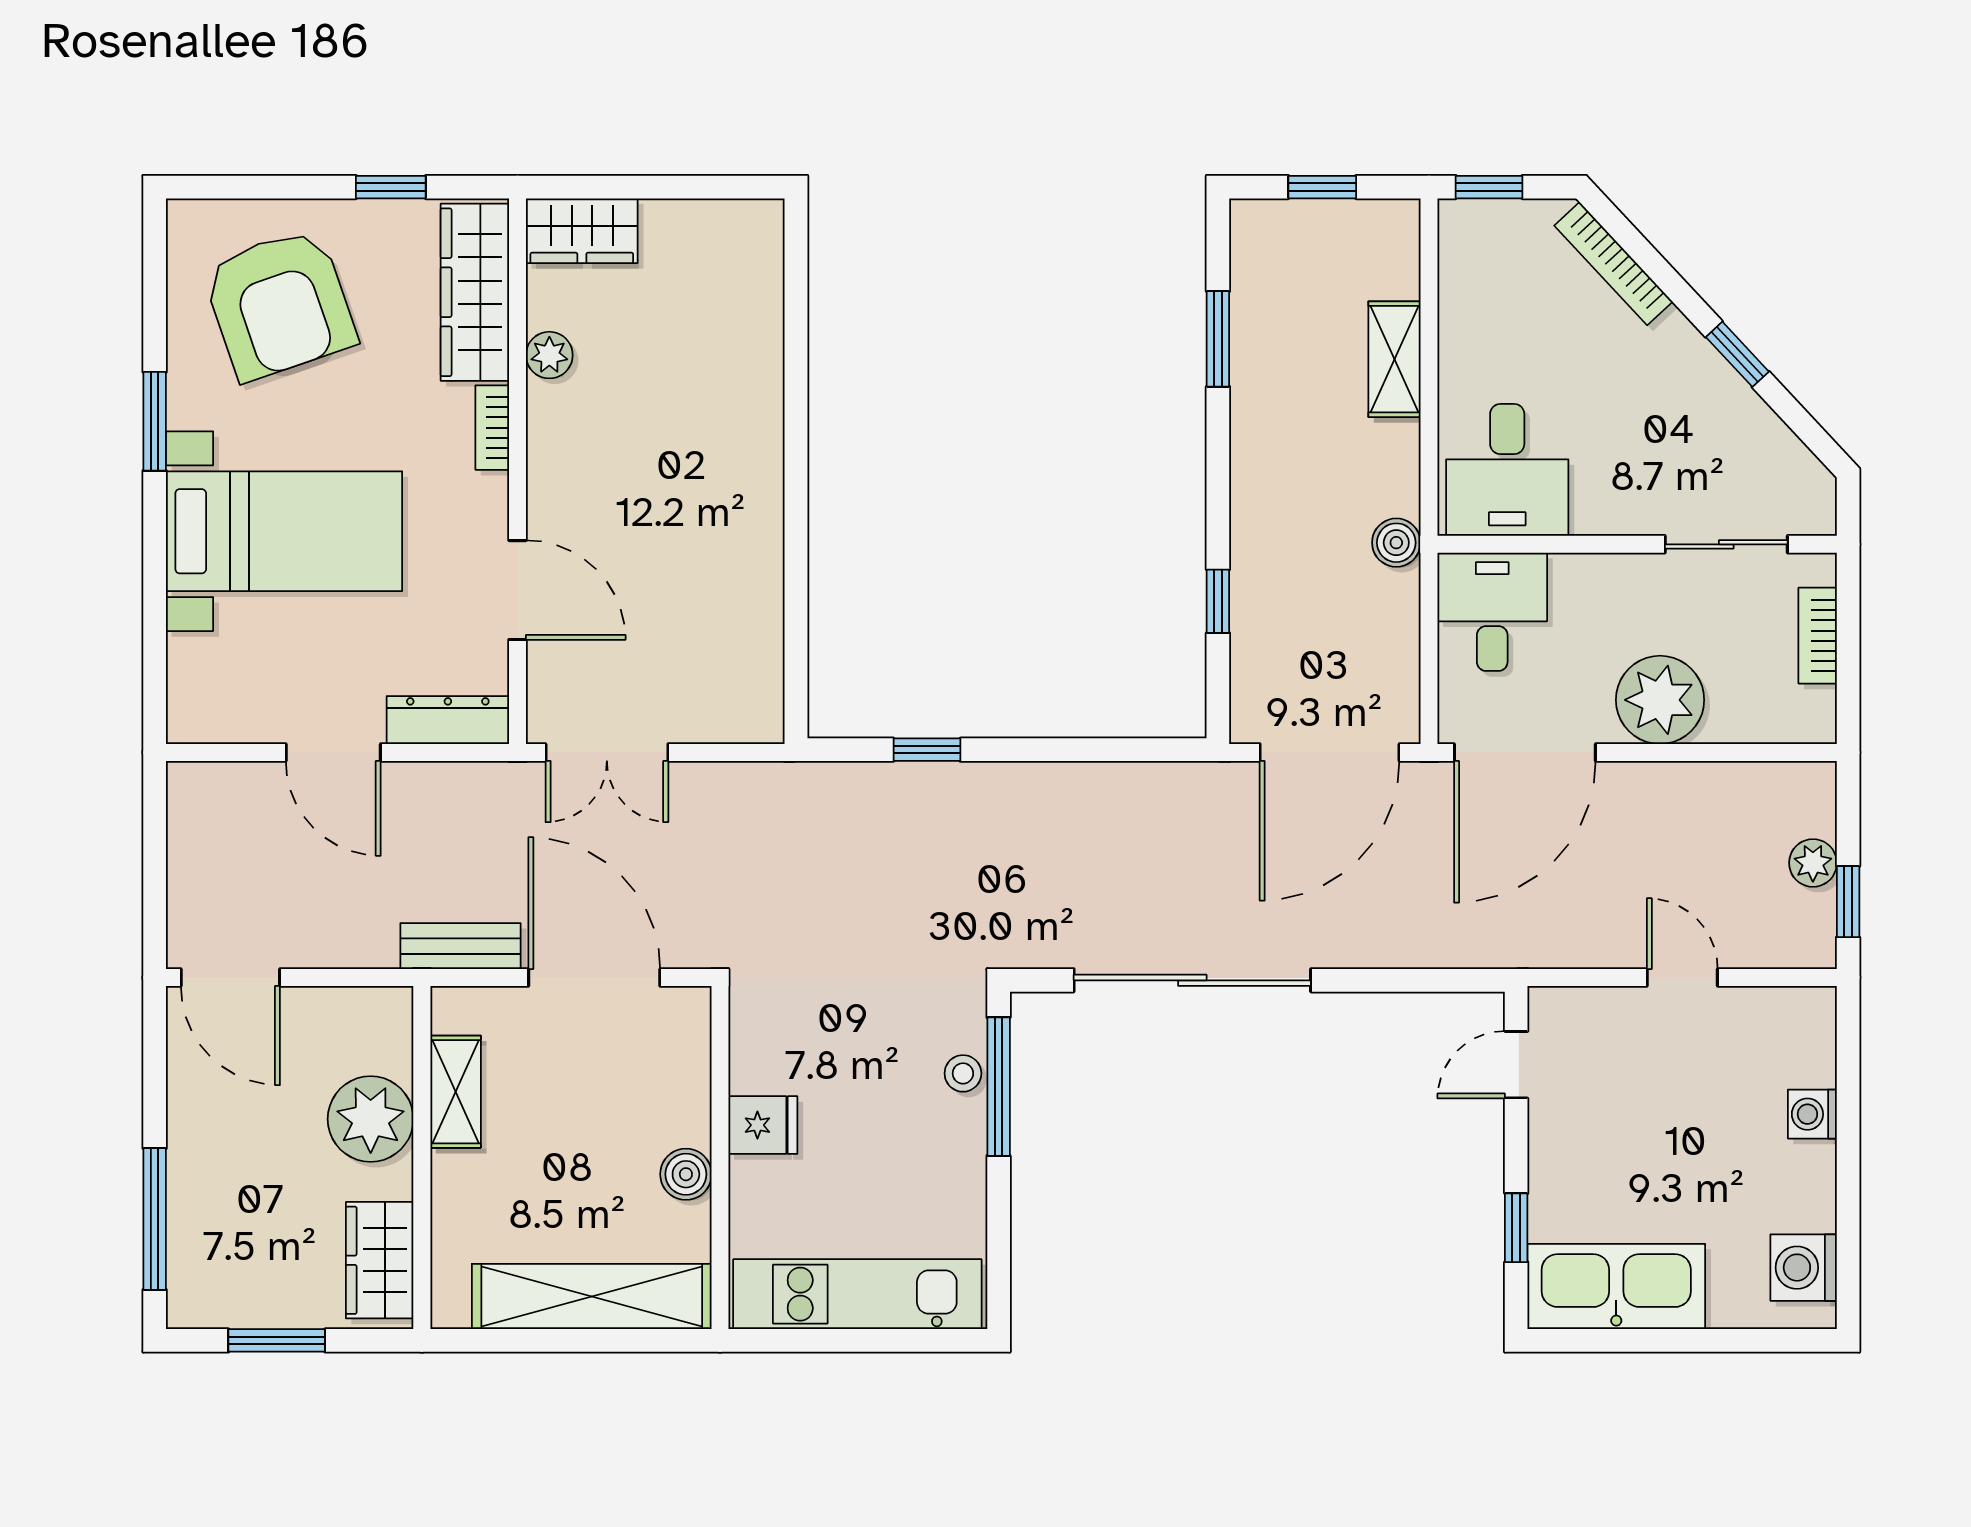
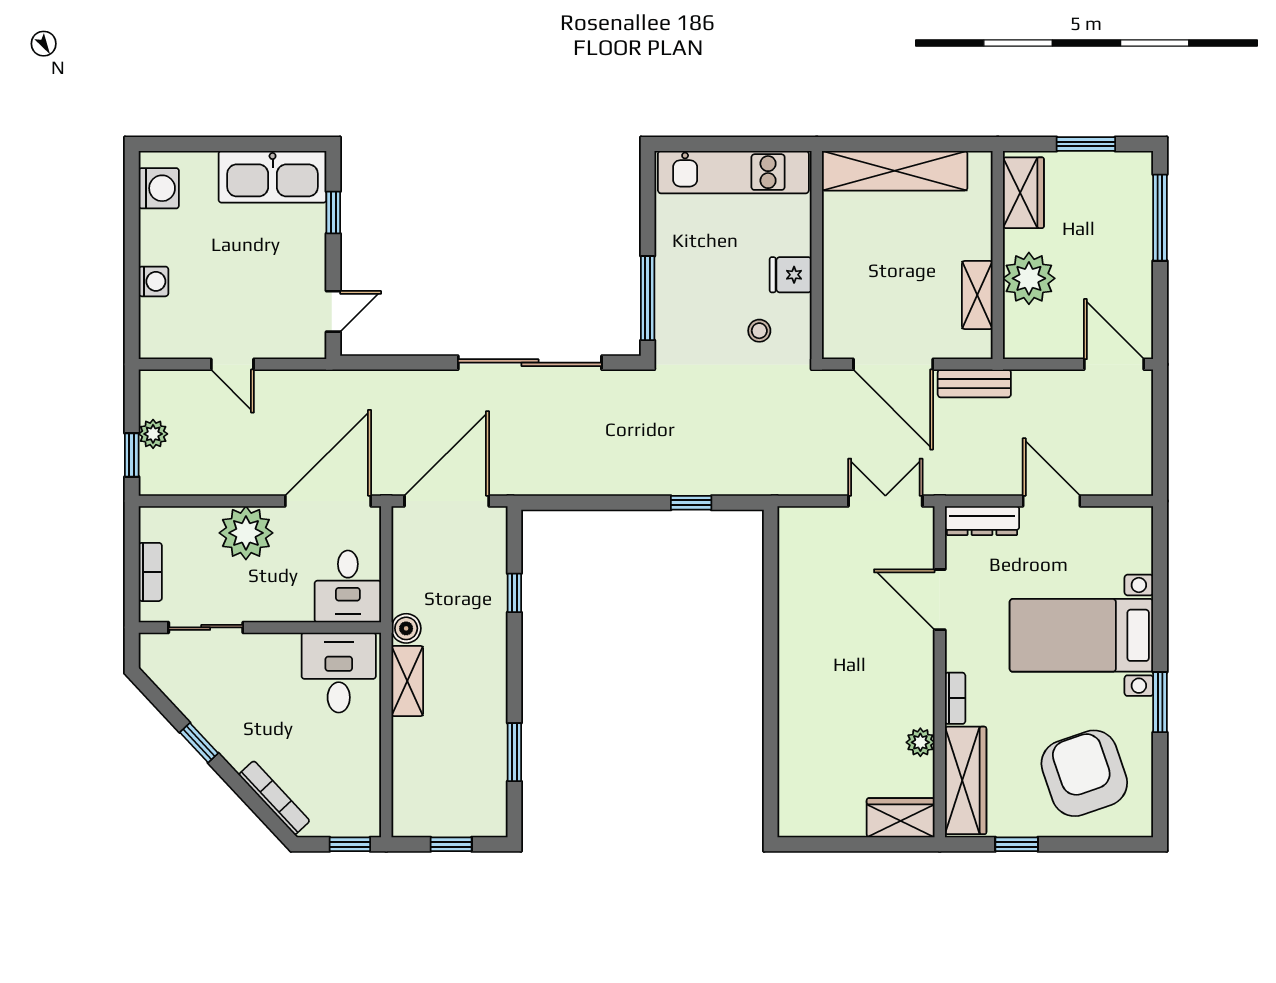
shelving: (1394, 359) -> (407, 681), moved
window: (1848, 902) -> (132, 455), moved
stool: (963, 1073) -> (759, 331), moved
boiler: (686, 1174) -> (837, 245), removed

